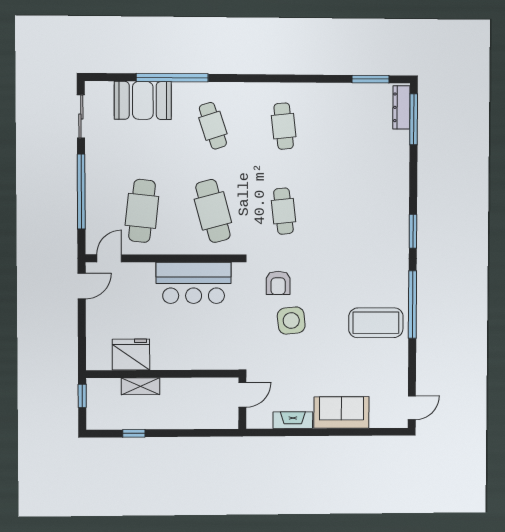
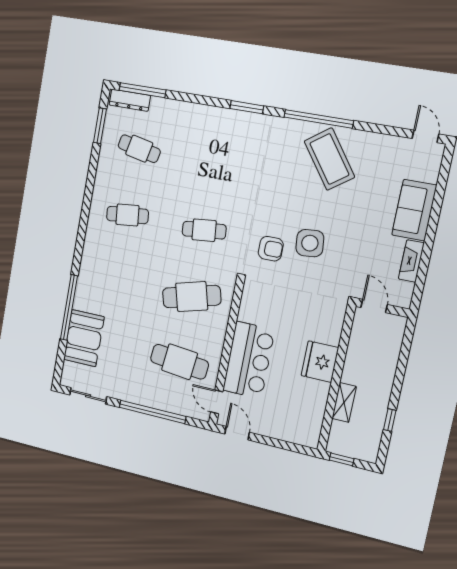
cafe table: (213, 126) -> (139, 149), moved, turned 30
bar counter: (194, 283) -> (249, 360), moved
coffee table: (376, 323) -> (329, 159), turned -36
fridge: (131, 355) -> (320, 362), moved

